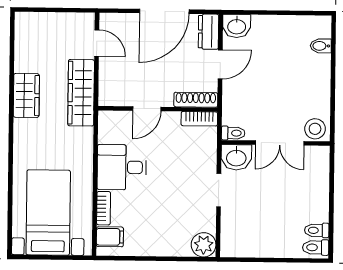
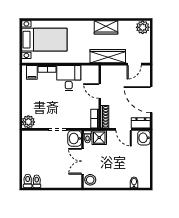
plant: (27, 26) -> (143, 27), added
shower: (235, 111) -> (99, 138), added

